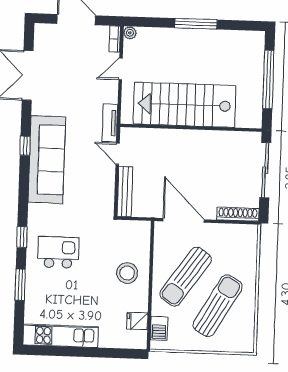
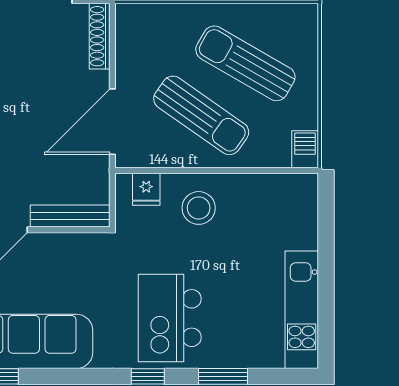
kitchen island: (58, 252) -> (170, 318), width x1.37, depth x1.28
fridge: (137, 321) -> (146, 189), moved
barbecue: (159, 328) -> (305, 149), moved, turned -90

